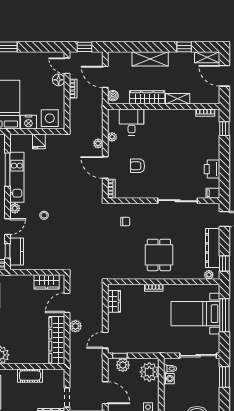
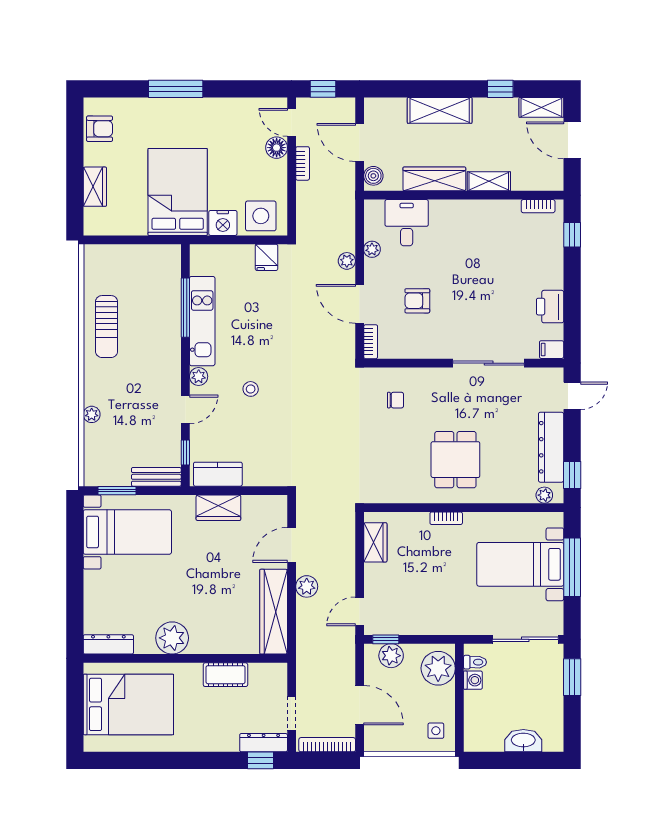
fridge: (39, 141) -> (266, 257), moved
kitchen counter: (17, 252) -> (218, 474), moved, turned -90
wardrobe: (47, 282) -> (218, 508), moved

